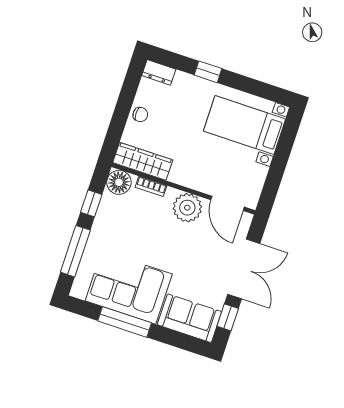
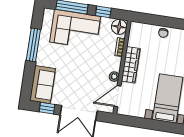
wardrobe: (143, 161) -> (131, 65), moved
plant: (187, 208) -> (114, 77), width x0.53, depth x0.53
corner sofa: (129, 287) -> (75, 29), moved, turned 90

